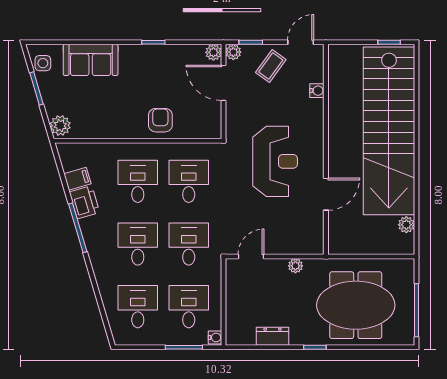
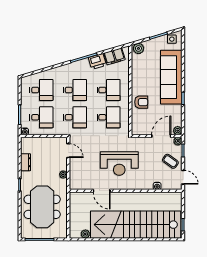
sofa: (91, 60) -> (171, 77), width x1.85, depth x1.27
filing cabinet: (77, 179) -> (114, 56), width x2.00

